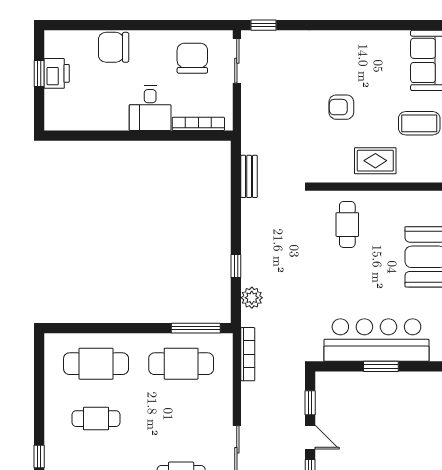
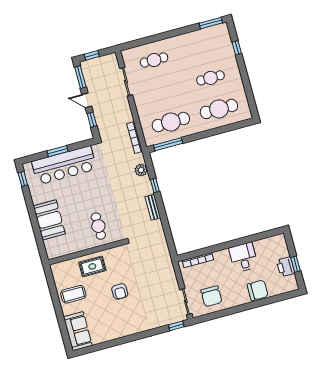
armchair: (341, 107) -> (120, 291), turned 90
desk: (150, 108) -> (243, 257), moved
bench: (249, 176) -> (153, 207), moved

